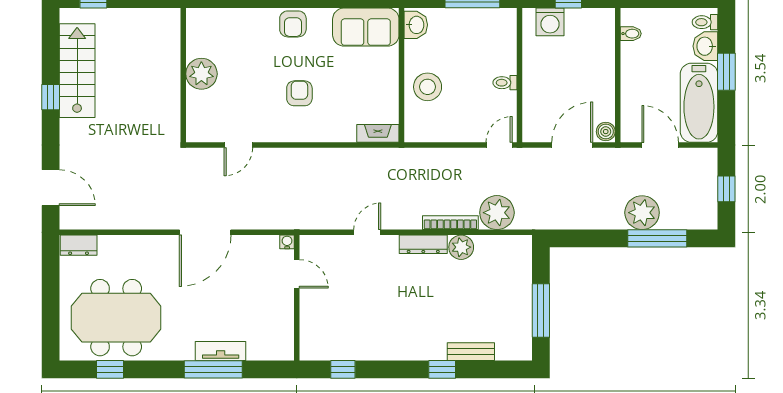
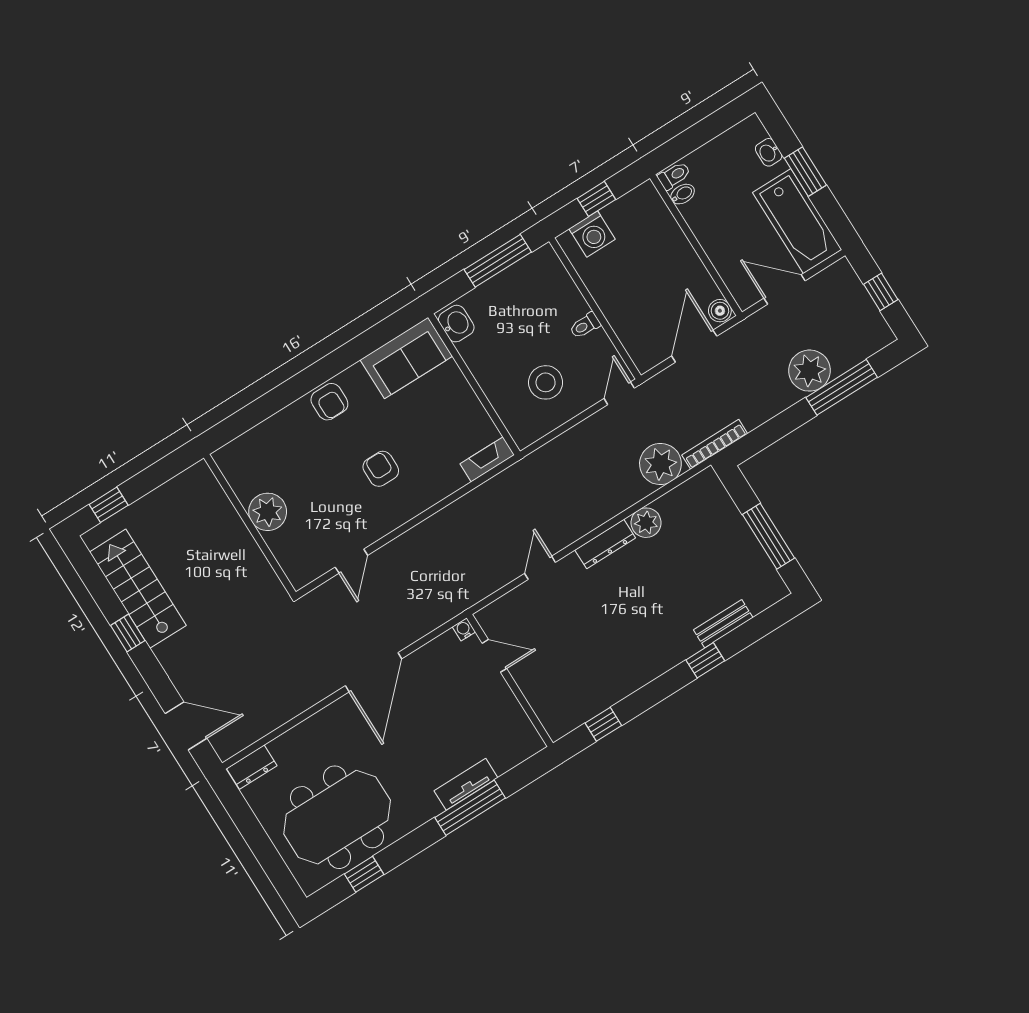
toilet: (705, 22) -> (674, 176), moved, turned 180
washbasin: (705, 46) -> (769, 152), width x0.72, depth x0.69
stool: (428, 87) -> (546, 382), moved
bookcase: (450, 223) -> (715, 444), moved

